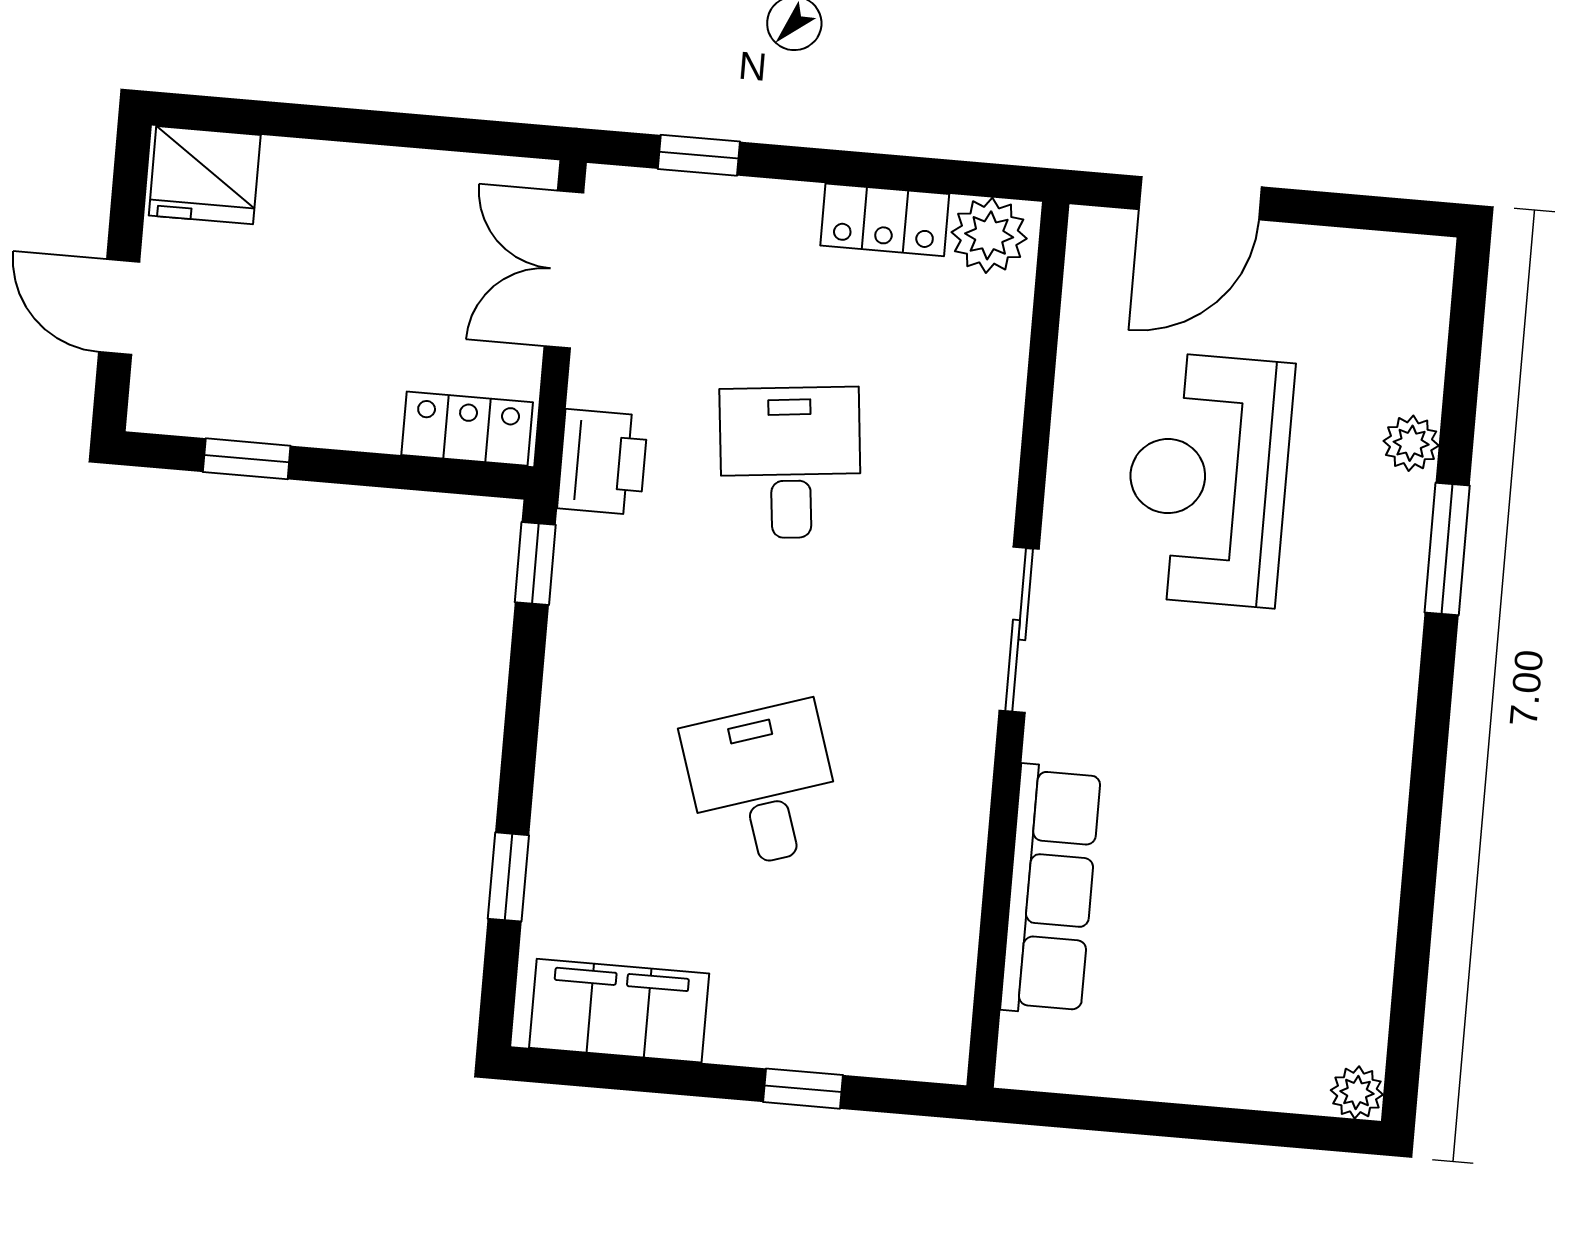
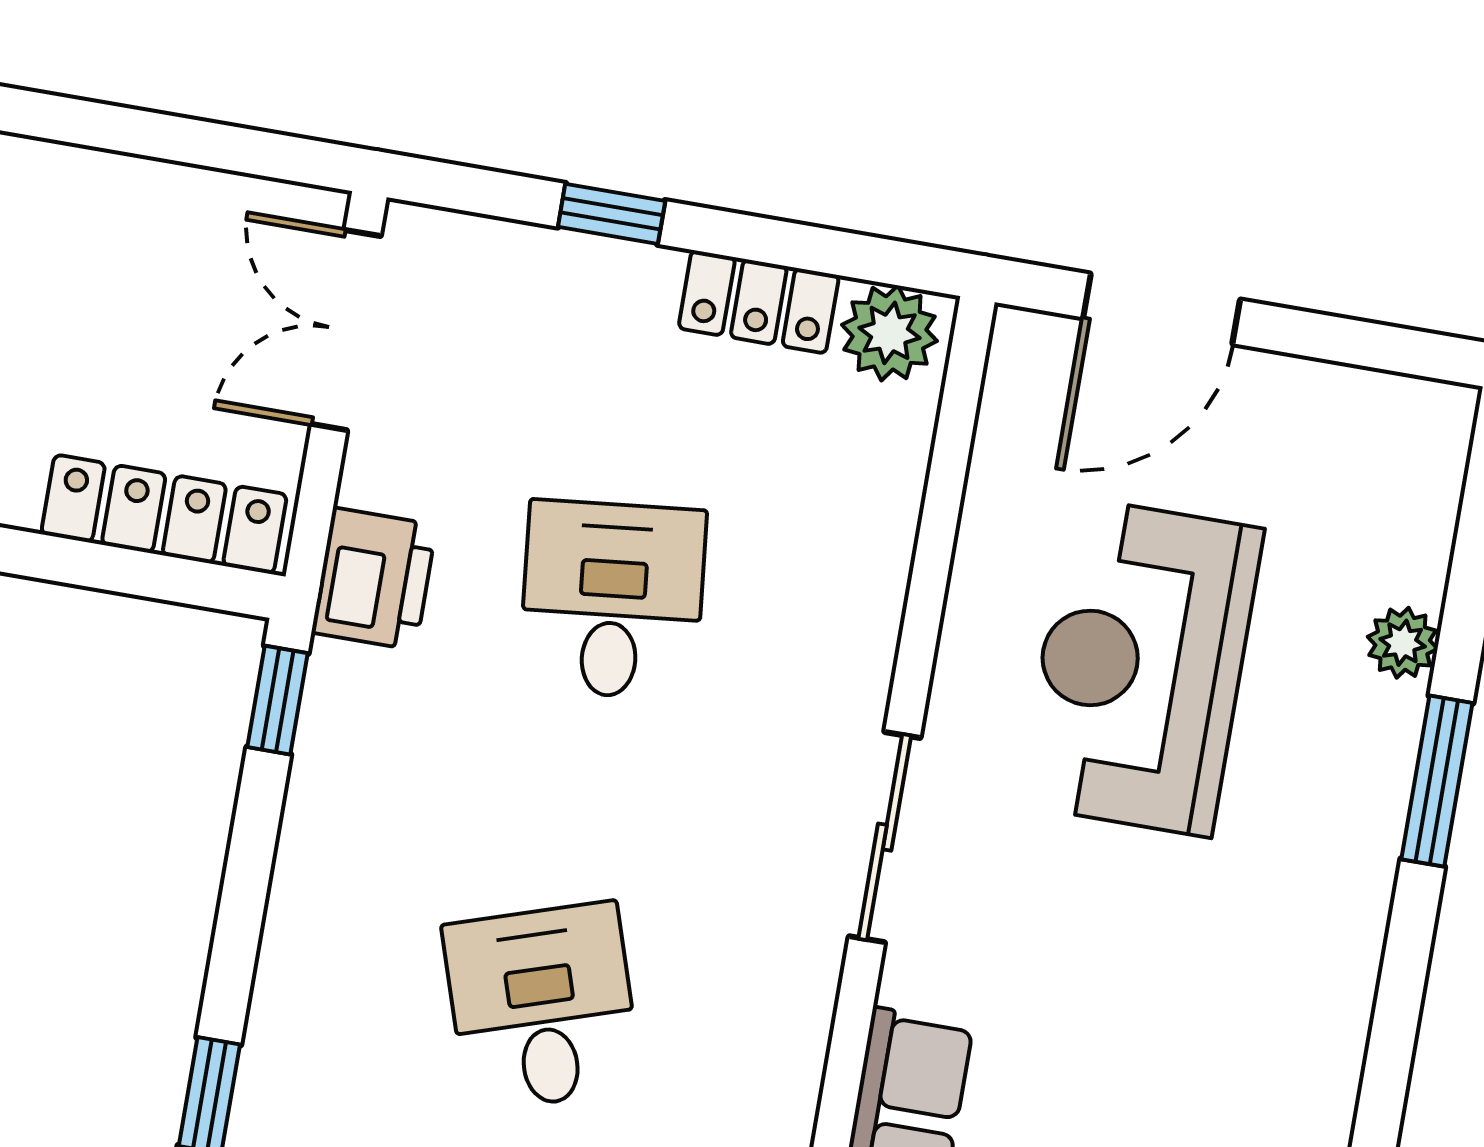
window: (699, 155) -> (612, 214), moved
locker: (467, 429) -> (164, 514), width x1.53

